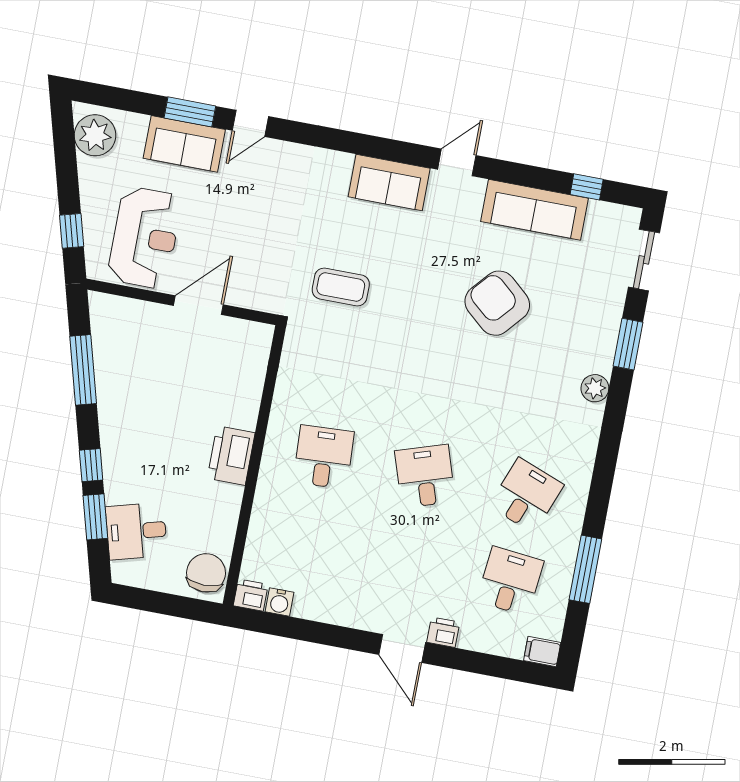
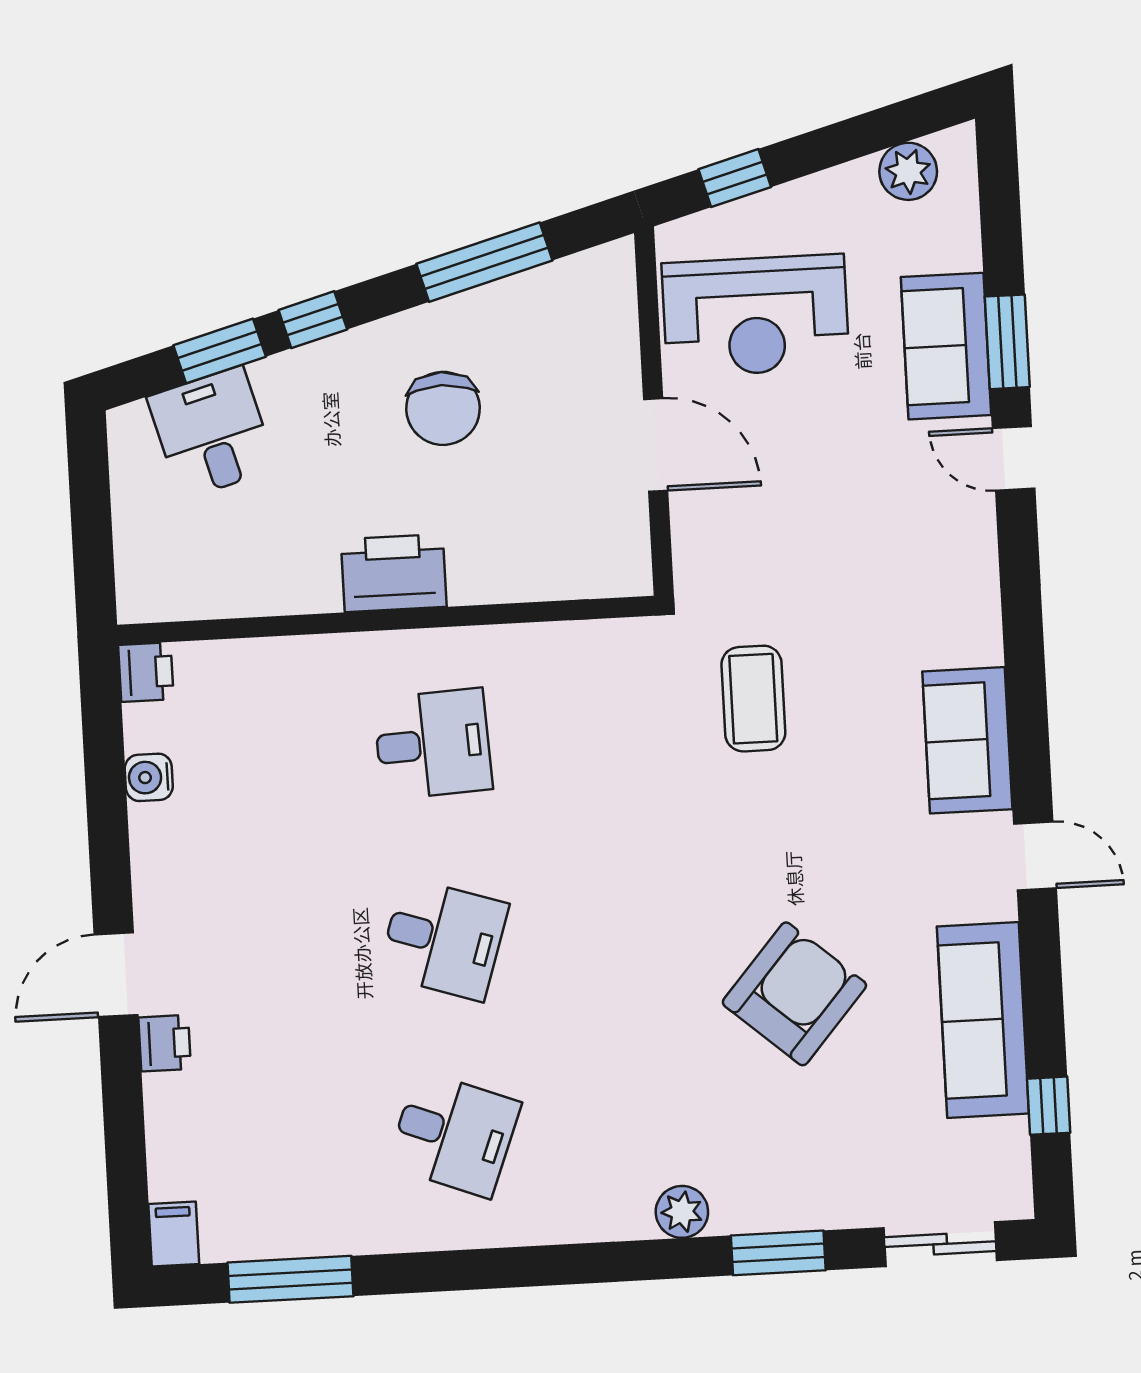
plant: (95, 135) -> (908, 171), width x0.73, depth x0.73
desk: (425, 476) -> (443, 939), turned 36
window: (585, 569) -> (290, 1279), moved
chair: (206, 573) -> (443, 408), moved, turned 90
desk: (510, 581) -> (289, 1143), removed
water cooler: (280, 602) -> (149, 777), moved

